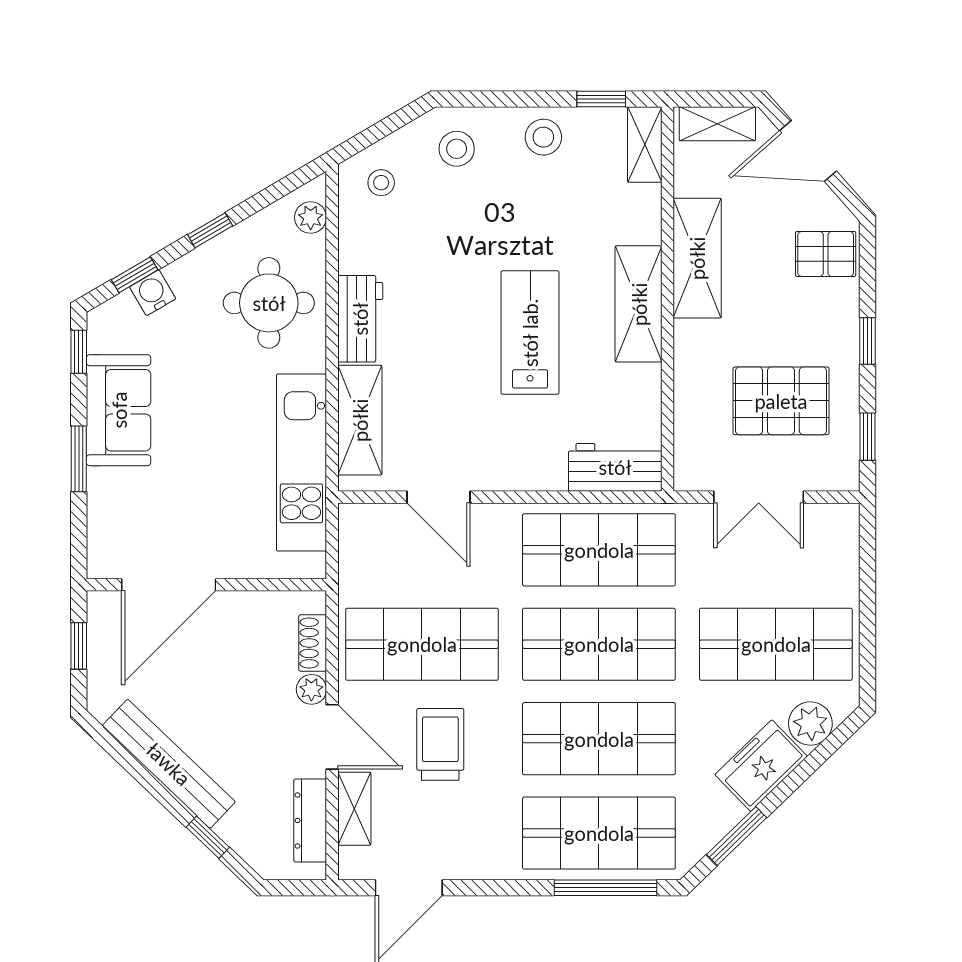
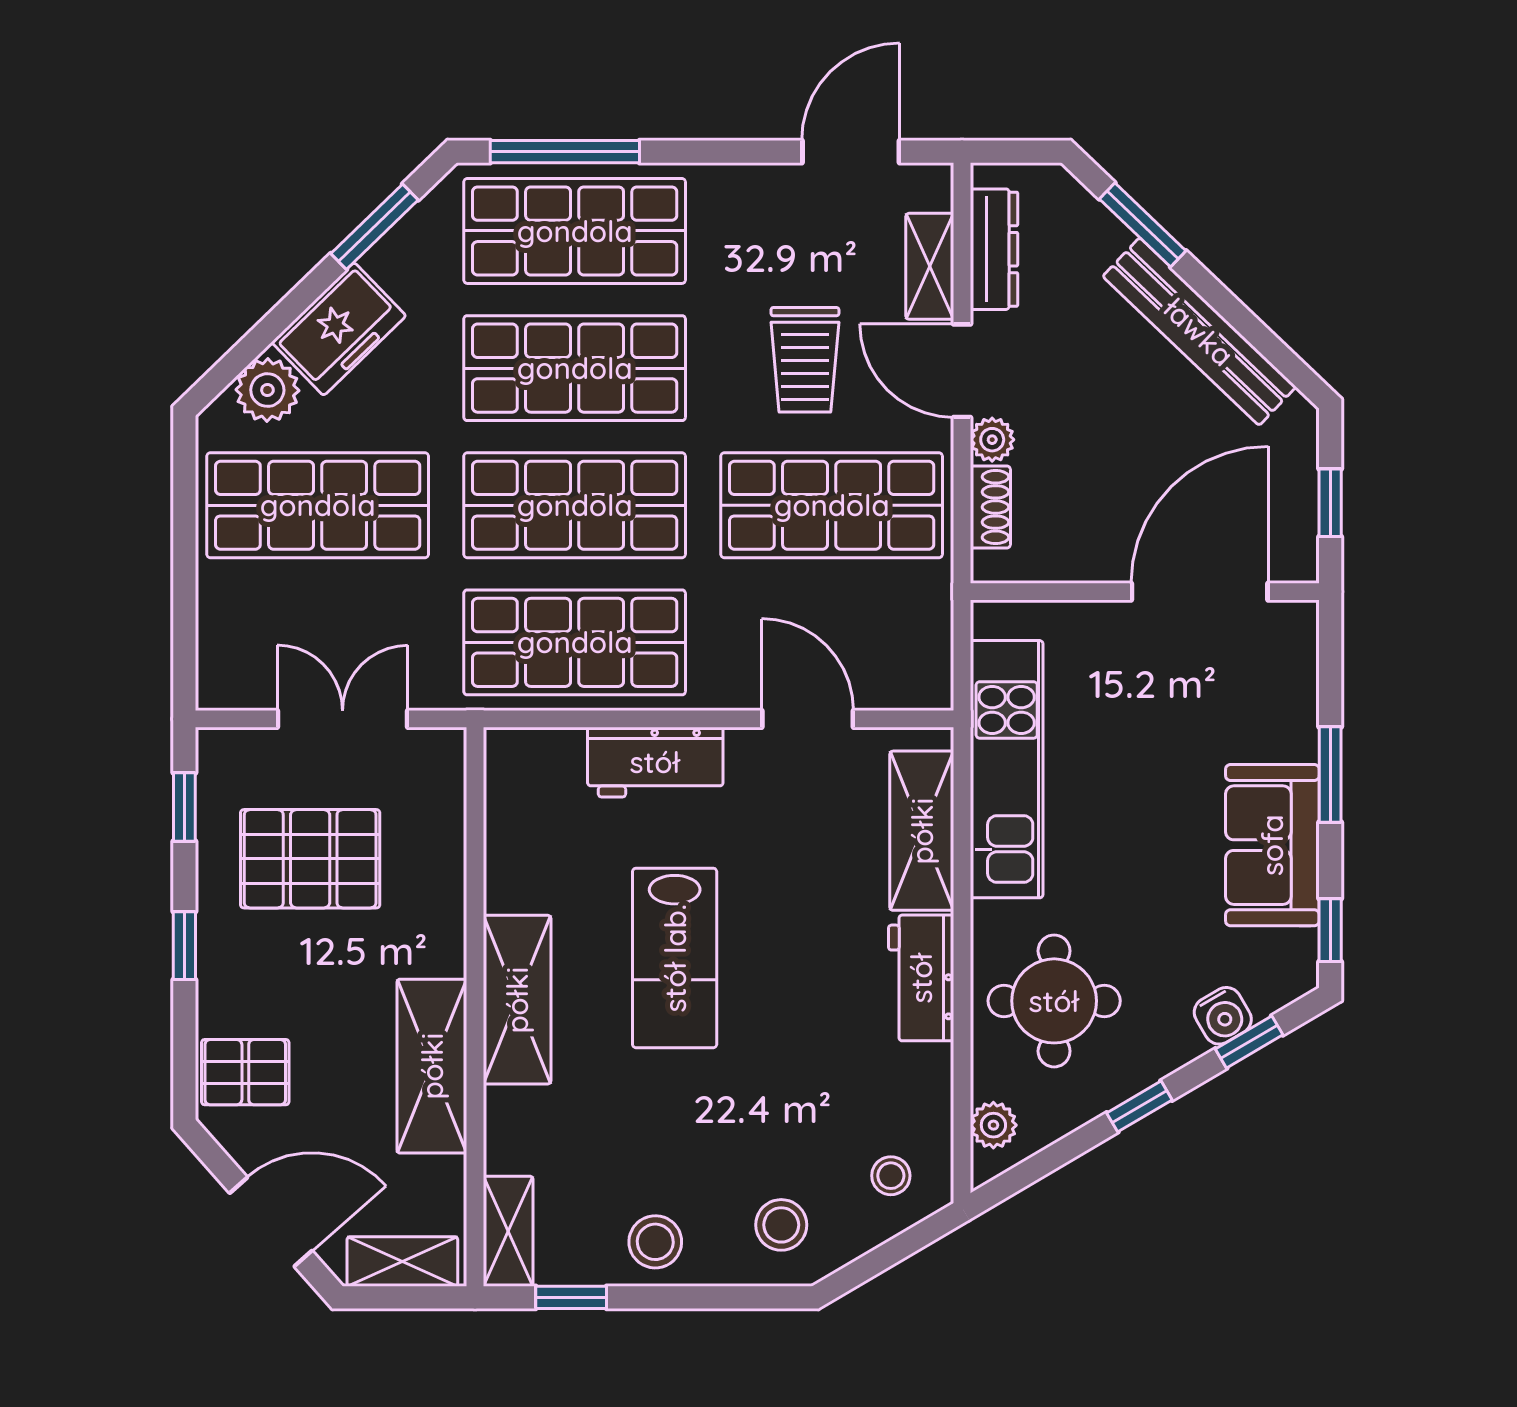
workbench: (615, 467) -> (655, 762), moved
window: (208, 837) -> (1143, 225), width x1.50

